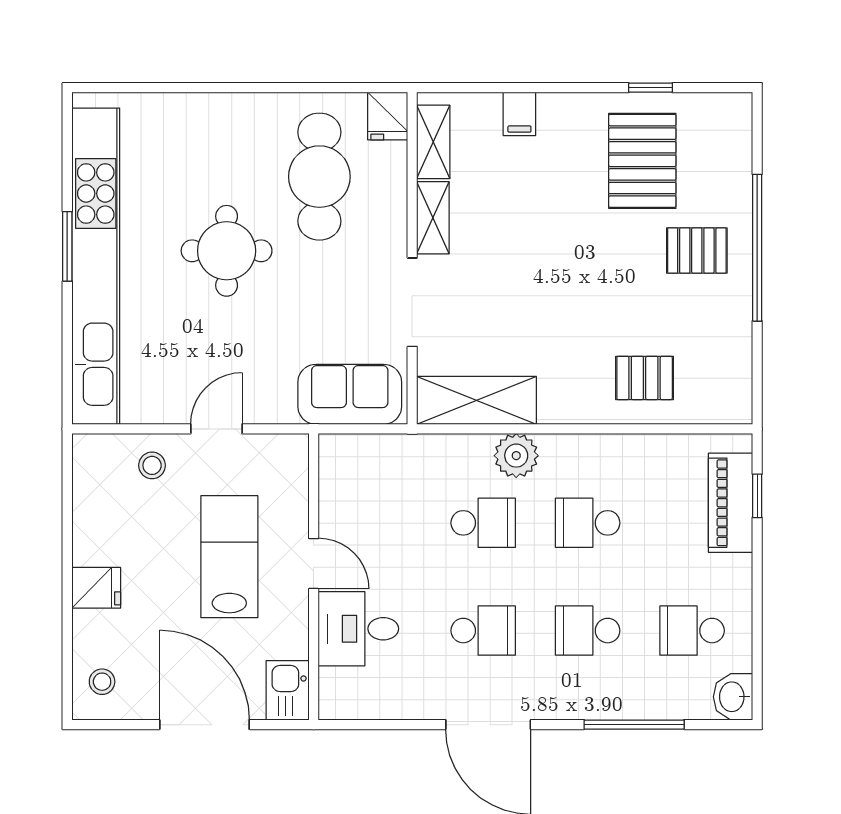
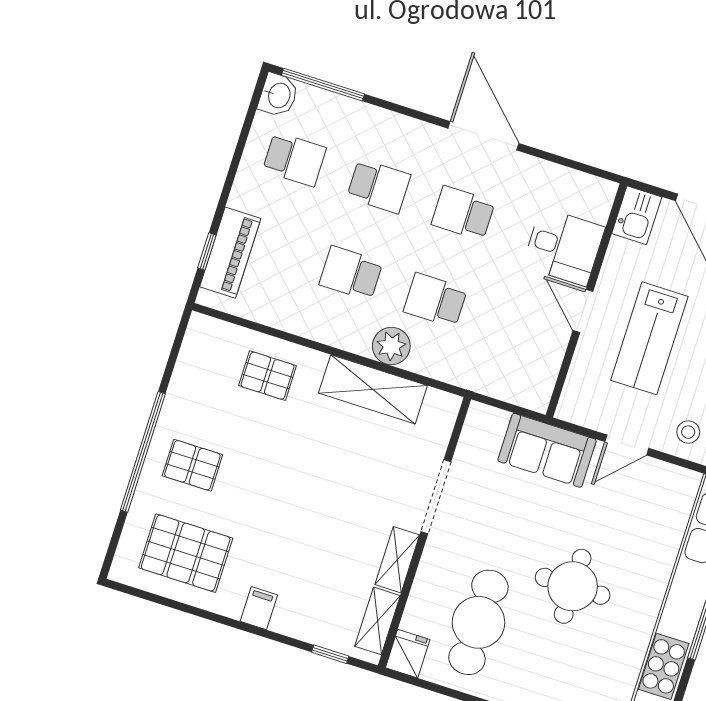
window: (651, 88) -> (330, 654), moved
filing cabinet: (519, 114) -> (259, 608), moved
pallet: (642, 161) -> (186, 553), moved, turned 90
sofa: (350, 394) -> (547, 450), moved
shelving: (477, 400) -> (373, 389), moved
school desk: (588, 523) -> (351, 273), turned 180
window: (634, 725) -> (323, 85), moved

